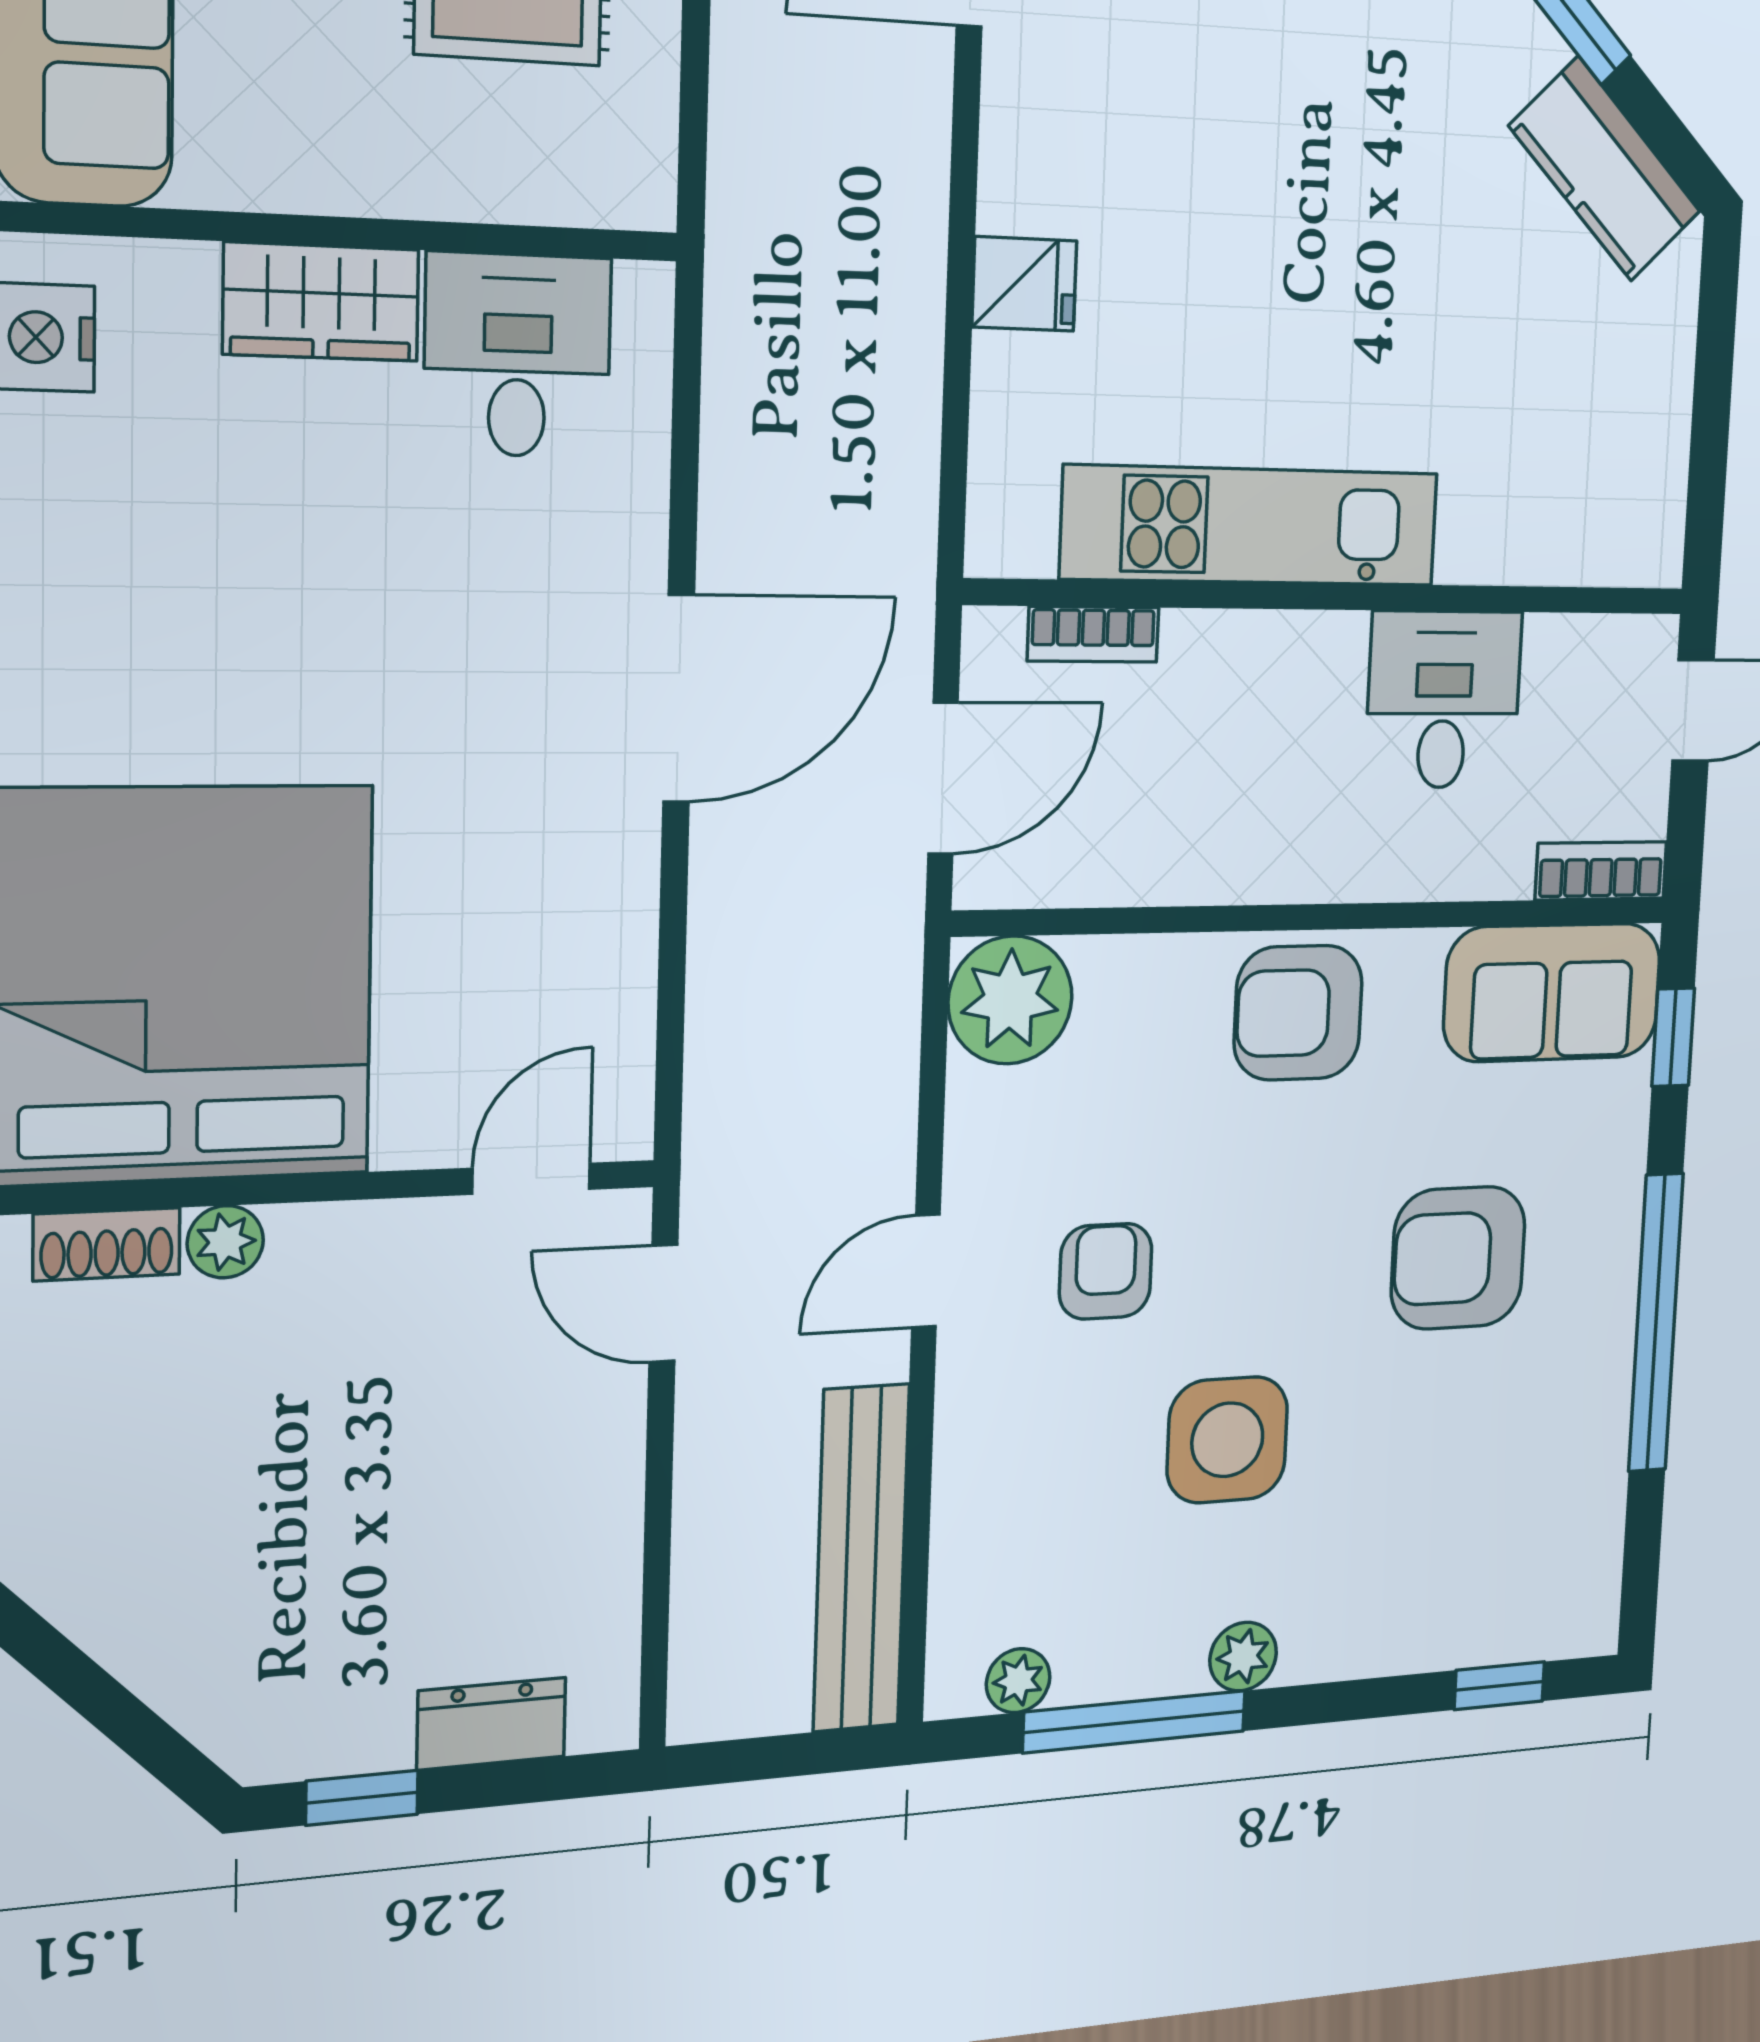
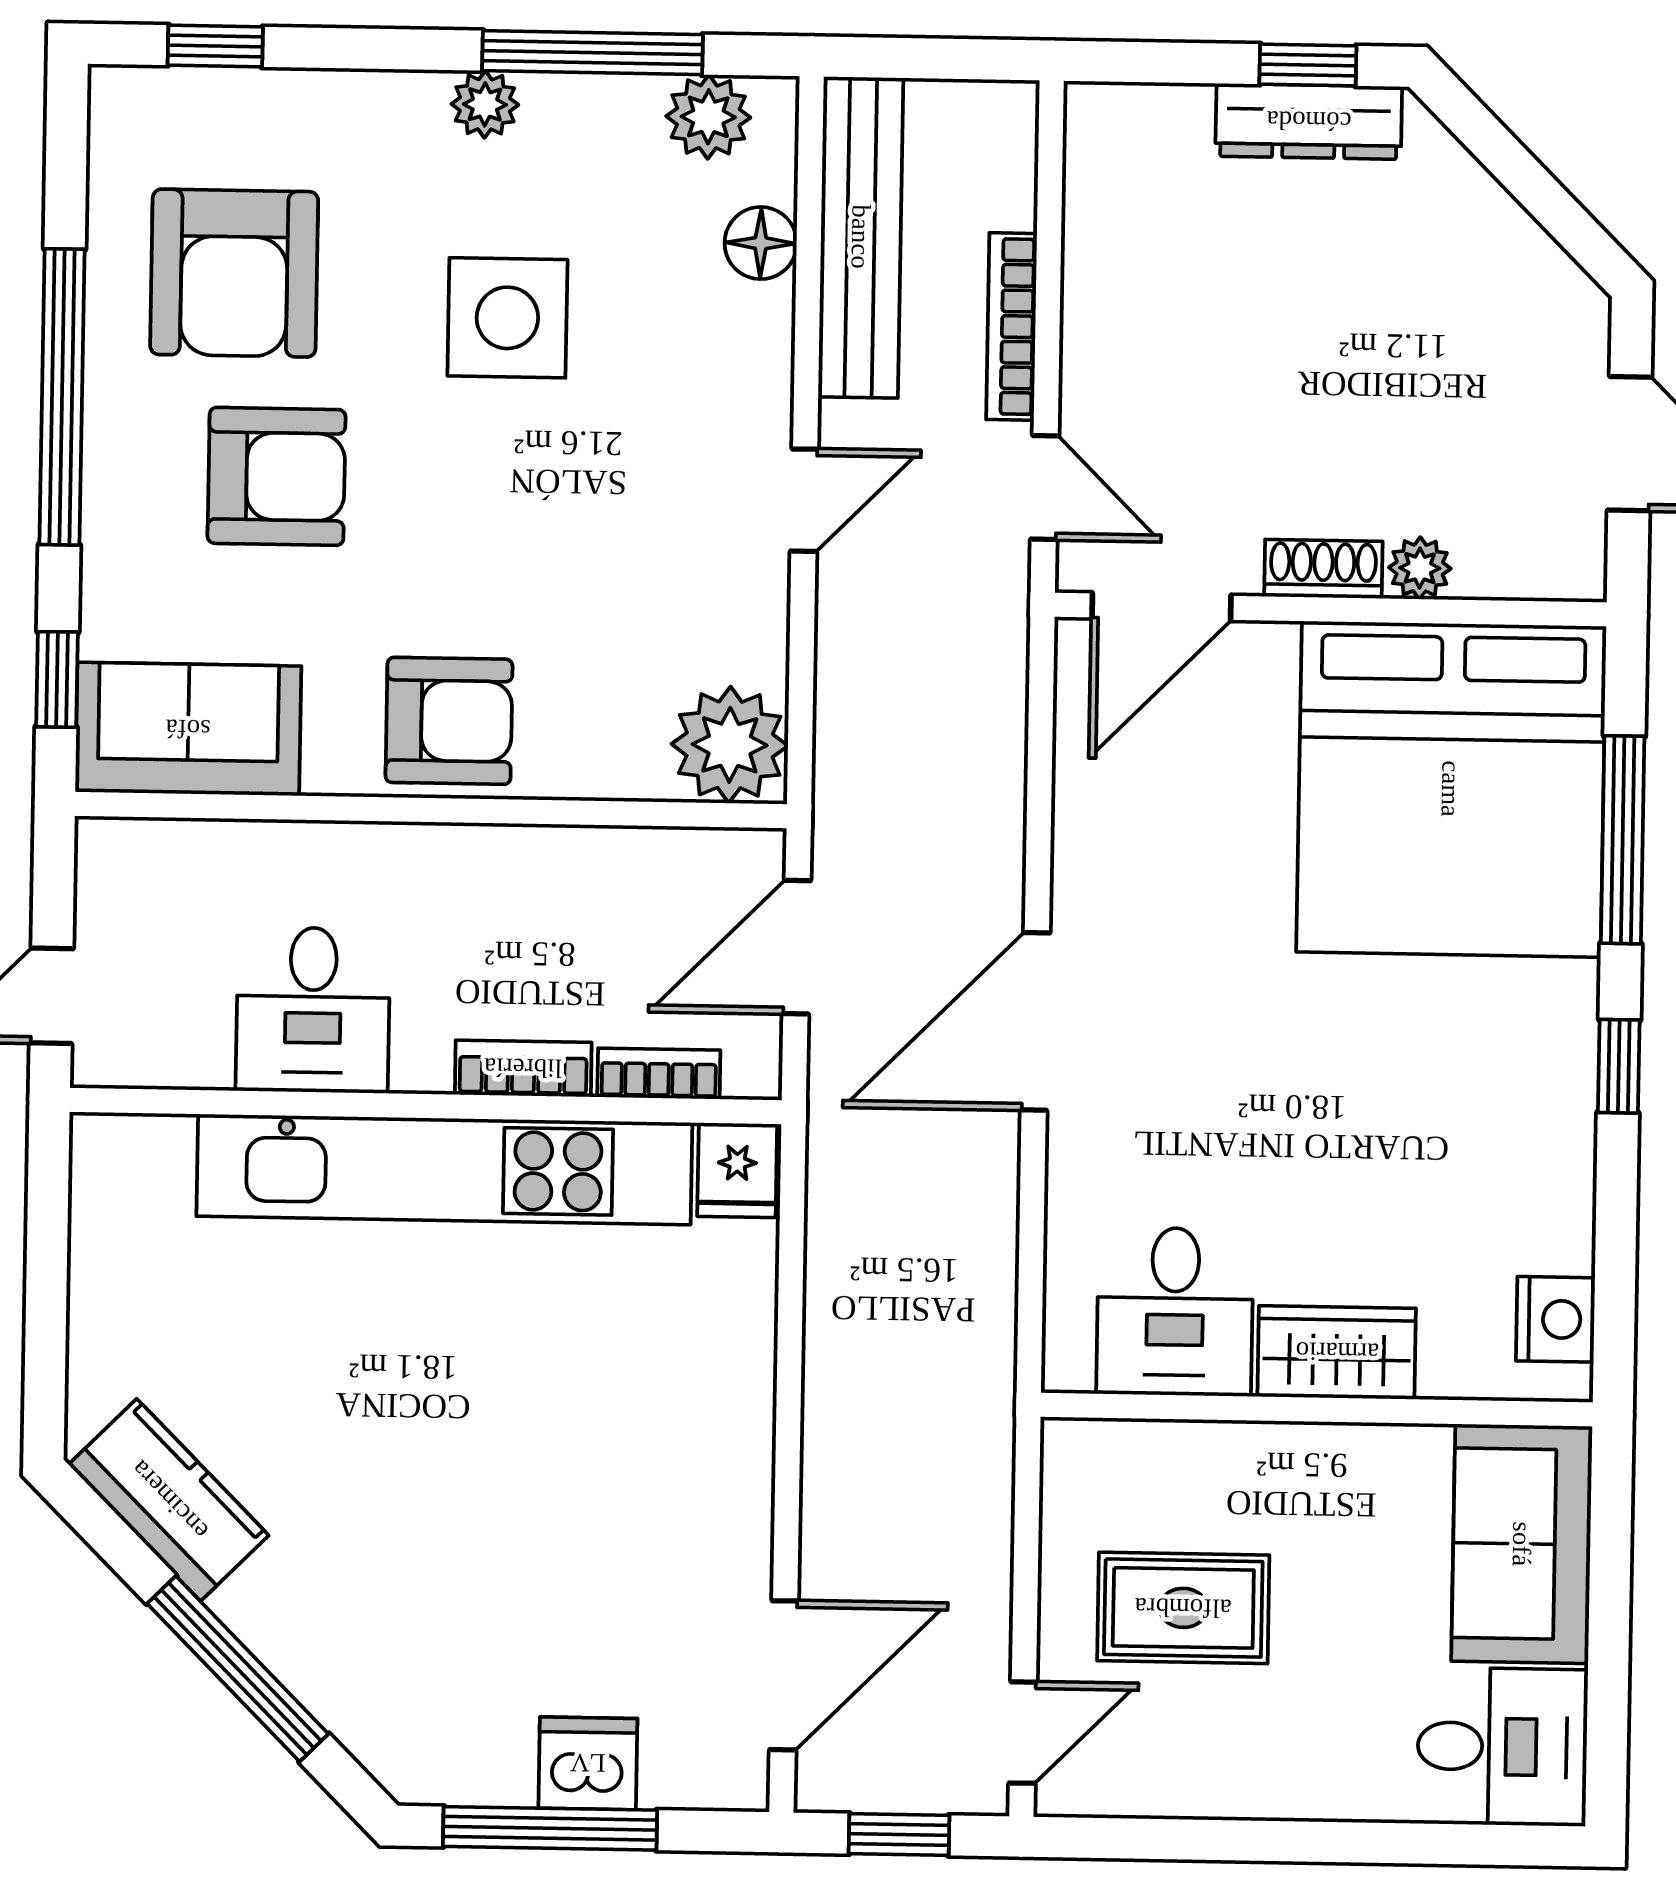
fridge: (1024, 284) -> (737, 1170), moved, turned -90
kitchen unit: (1251, 526) -> (444, 1169), width x1.36
bookcase: (1601, 871) -> (523, 1068), moved, turned 180
door: (531, 1179) -> (1162, 607), width x1.38
shoe rack: (107, 1244) -> (1323, 569), moved
armchair: (1106, 1271) -> (234, 273), moved, width x1.88, depth x1.88
bookcase: (699, 1477) -> (1012, 327), added
floor lamp: (967, 1542) -> (761, 243), added
plant: (1018, 1681) -> (708, 117), width x1.38, depth x1.38
dresser: (491, 1724) -> (1309, 121), moved, width x1.44

